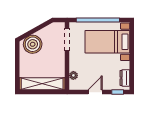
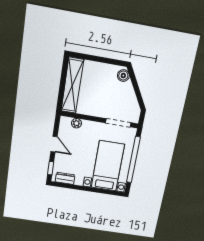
boiler: (33, 44) -> (123, 76), width x0.54, depth x0.54

